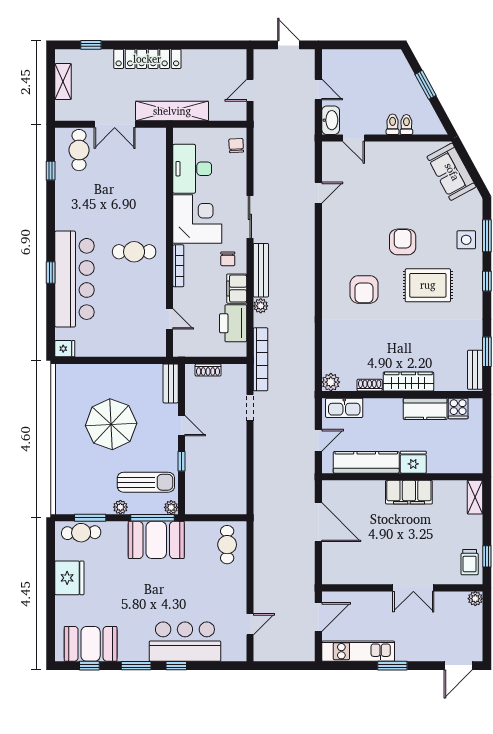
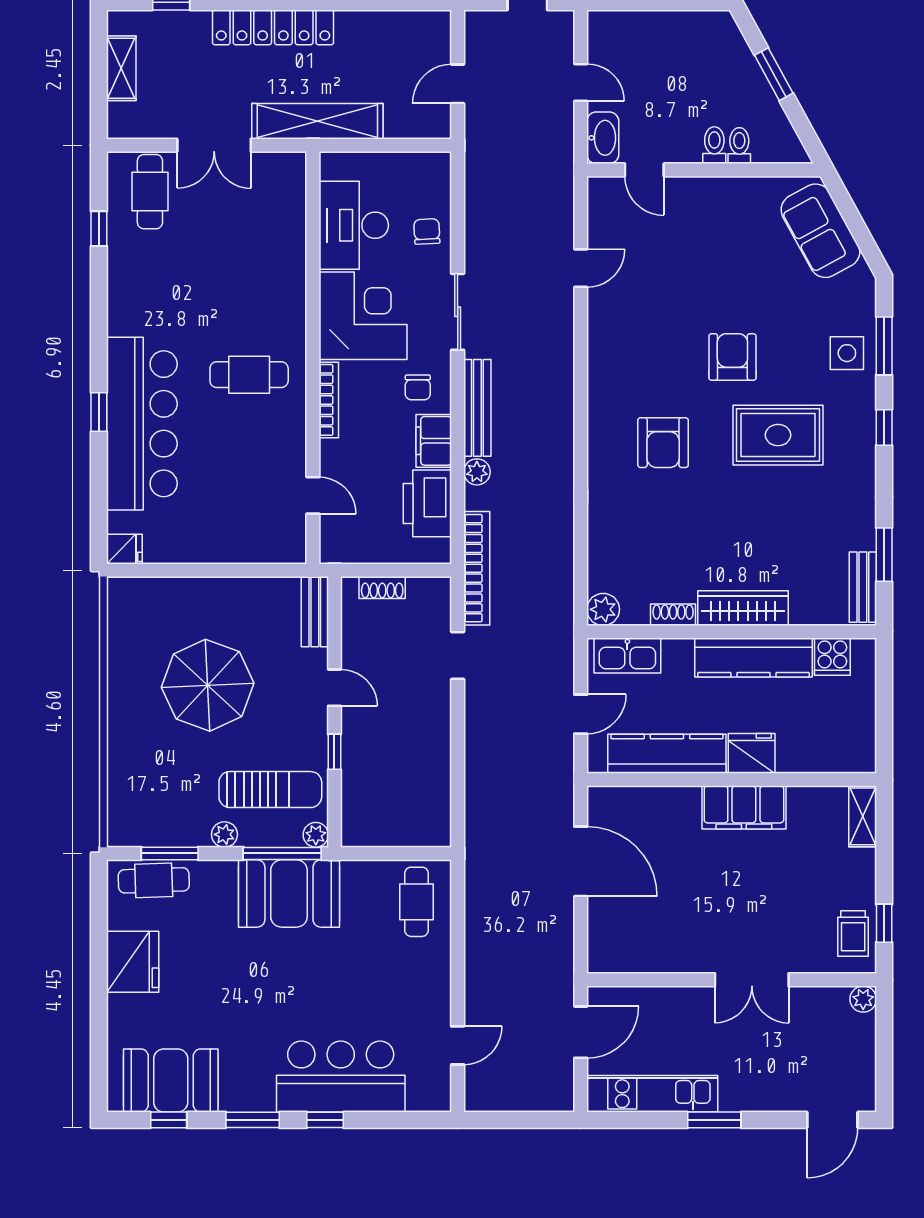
chair: (236, 146) -> (427, 231), moved
kitchen counter: (425, 409) -> (754, 658), width x1.50

